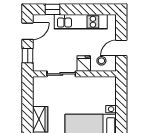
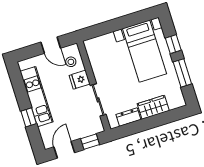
window: (52, 9) -> (29, 117), moved
door: (28, 31) -> (64, 150), hinge flipped
dresser: (38, 95) -> (128, 117), added

